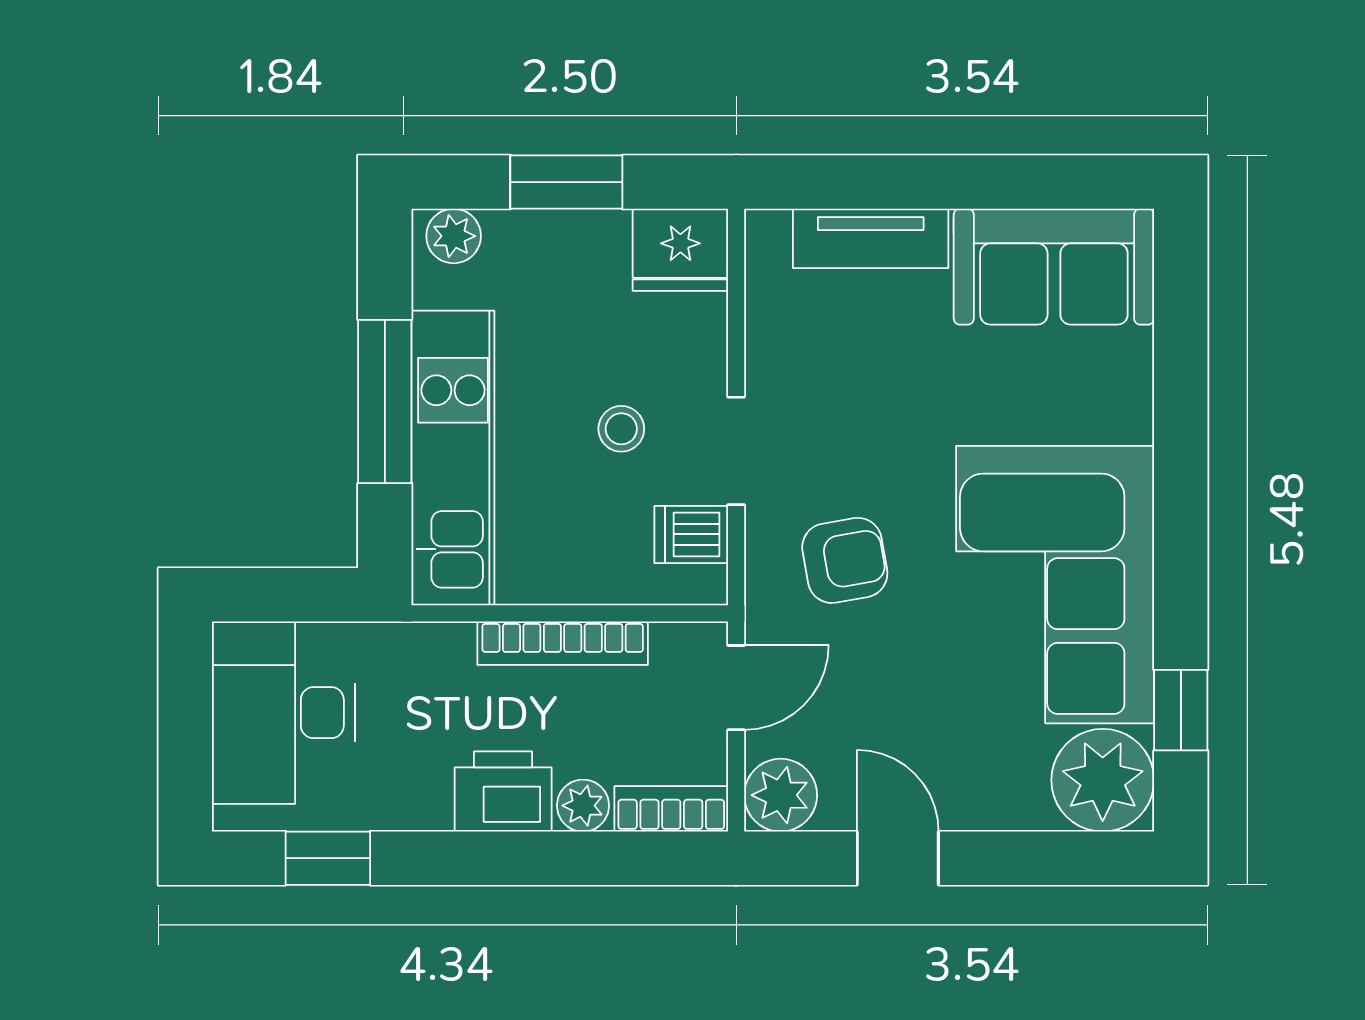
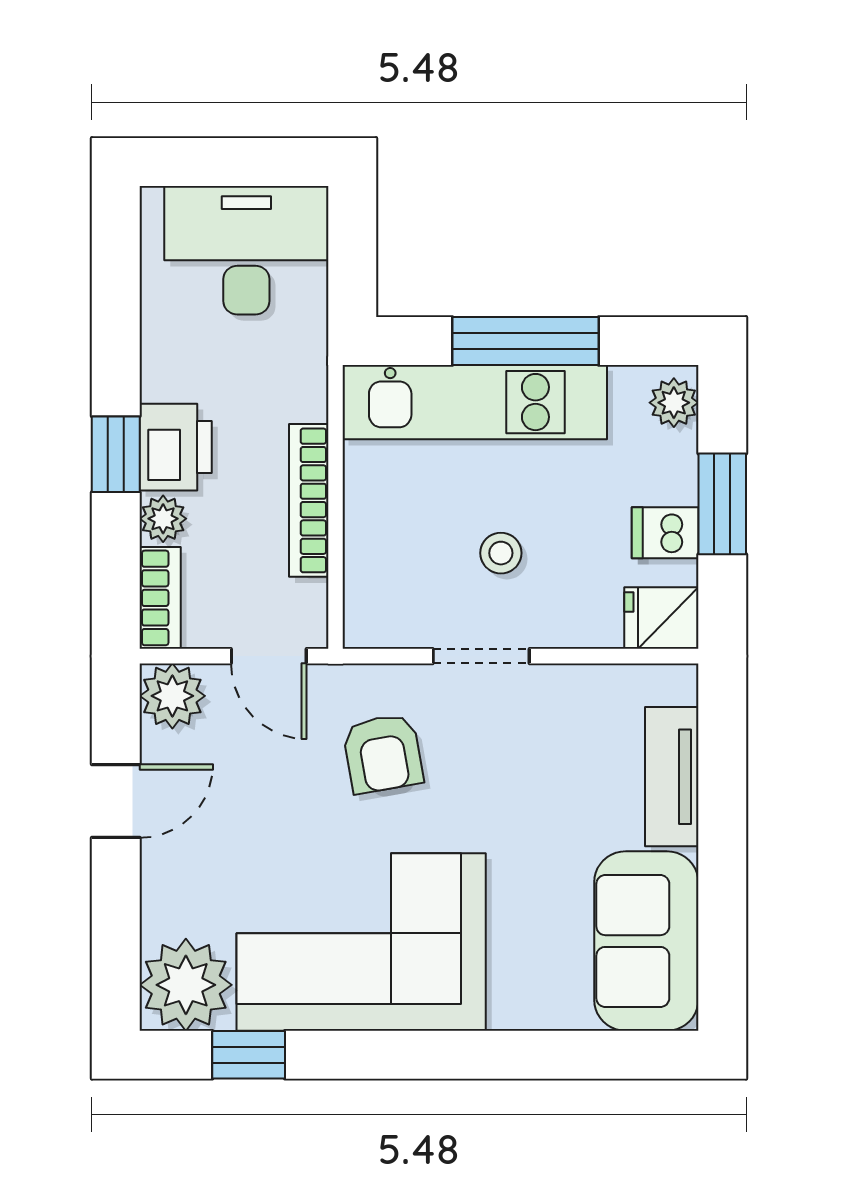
fridge: (680, 250) -> (661, 618), width x0.72
dishwasher: (691, 534) -> (665, 533), moved, turned -90
window: (328, 858) -> (116, 454), moved

